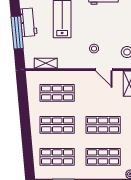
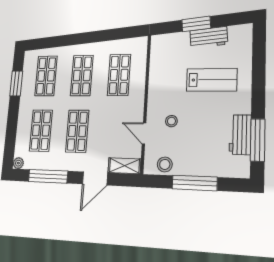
window: (17, 32) -> (196, 24), width x0.69
shelving: (46, 63) -> (156, 60), removed
door: (104, 70) -> (144, 133), hinge flipped

